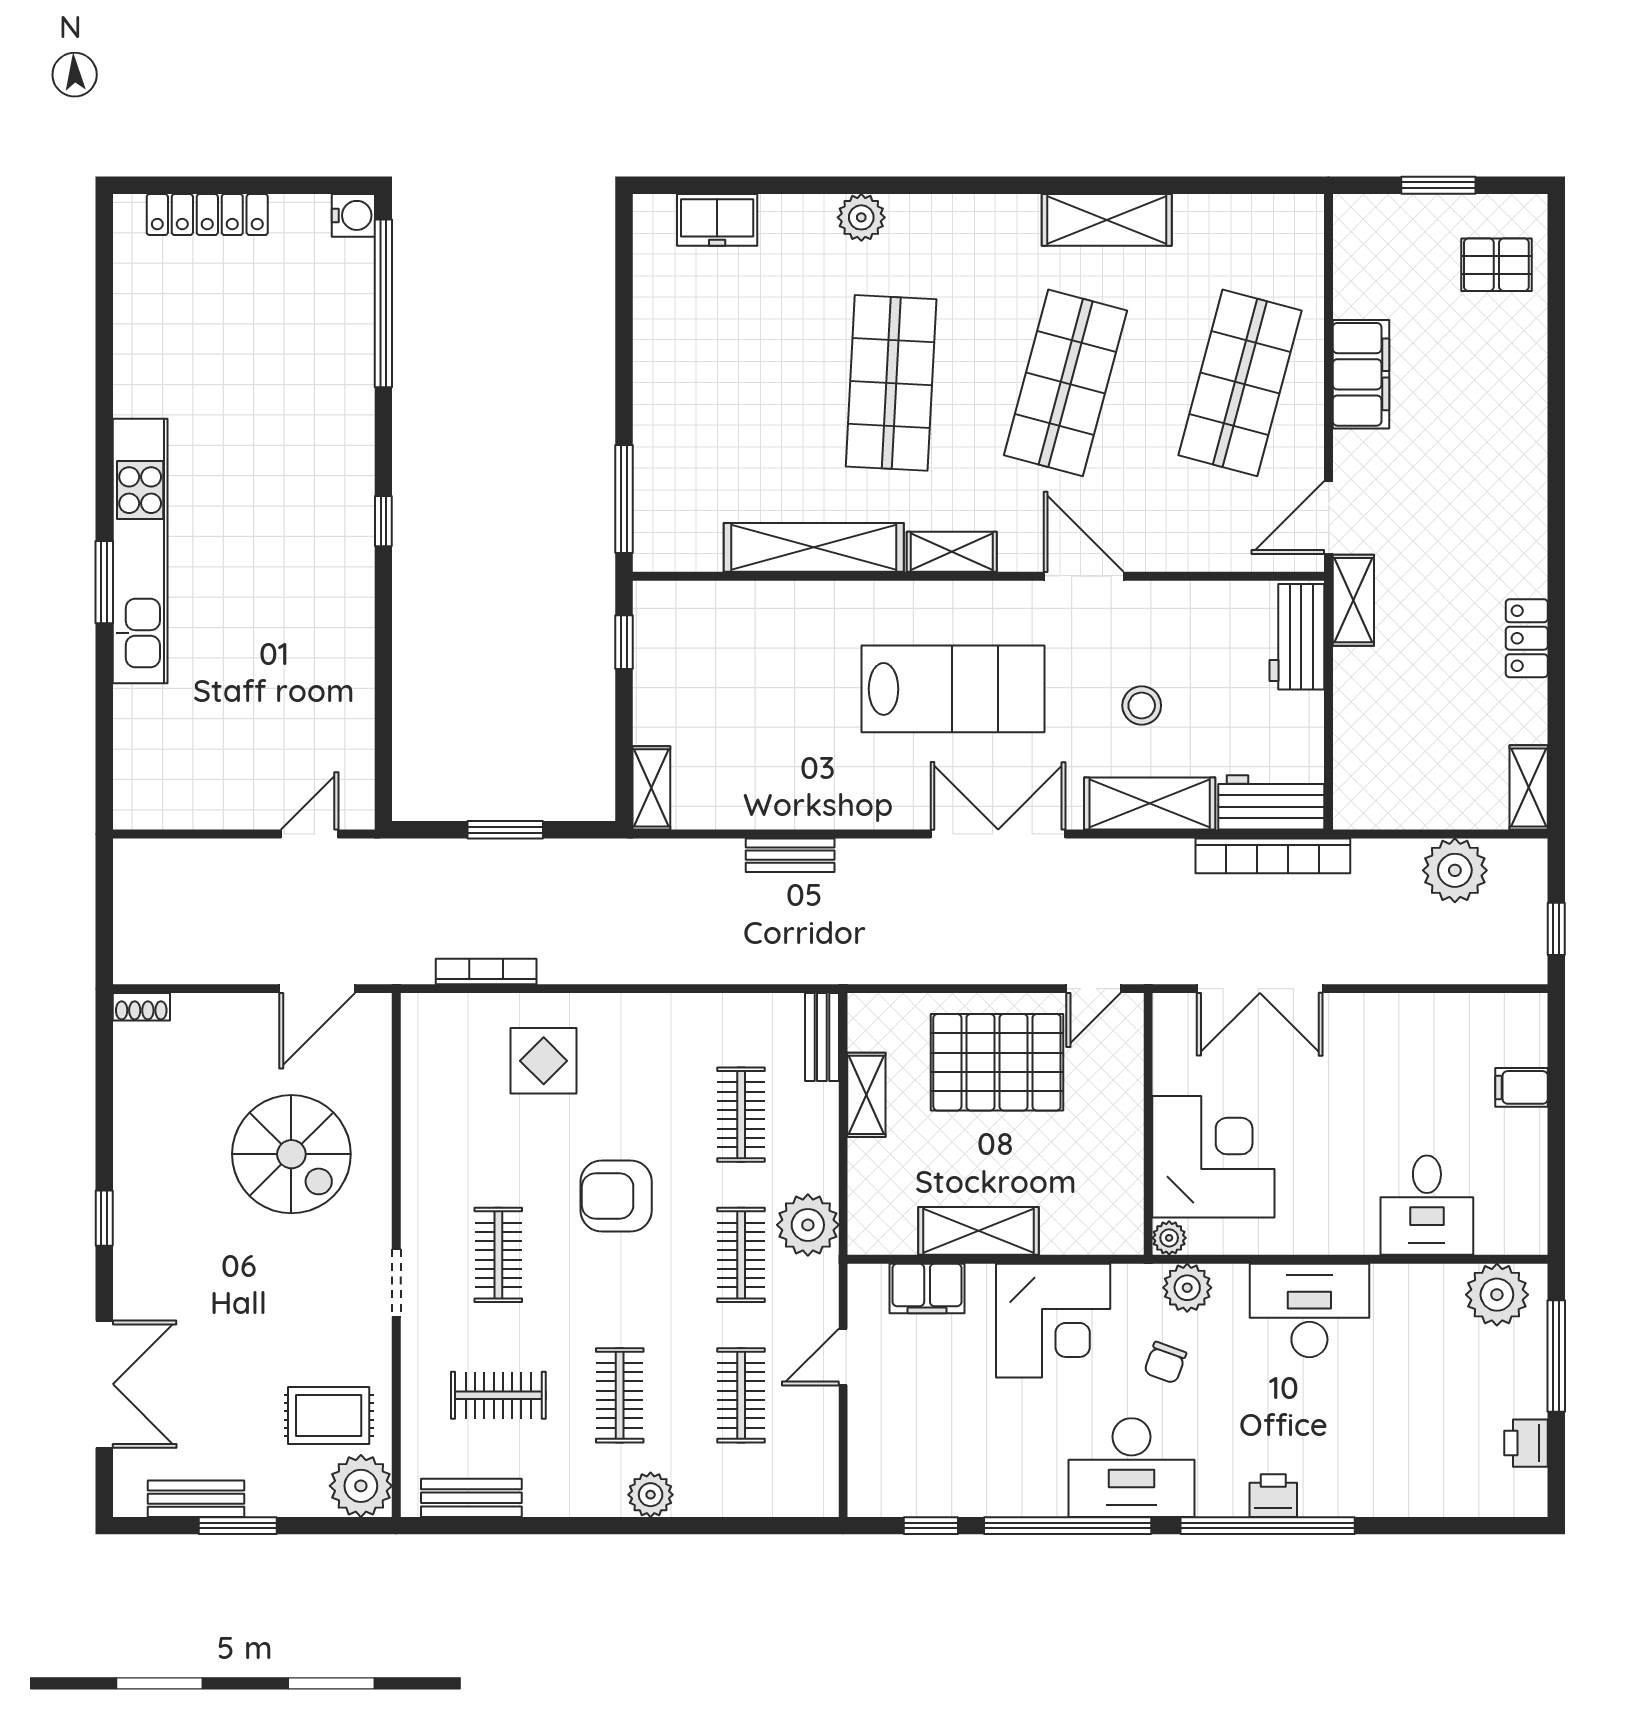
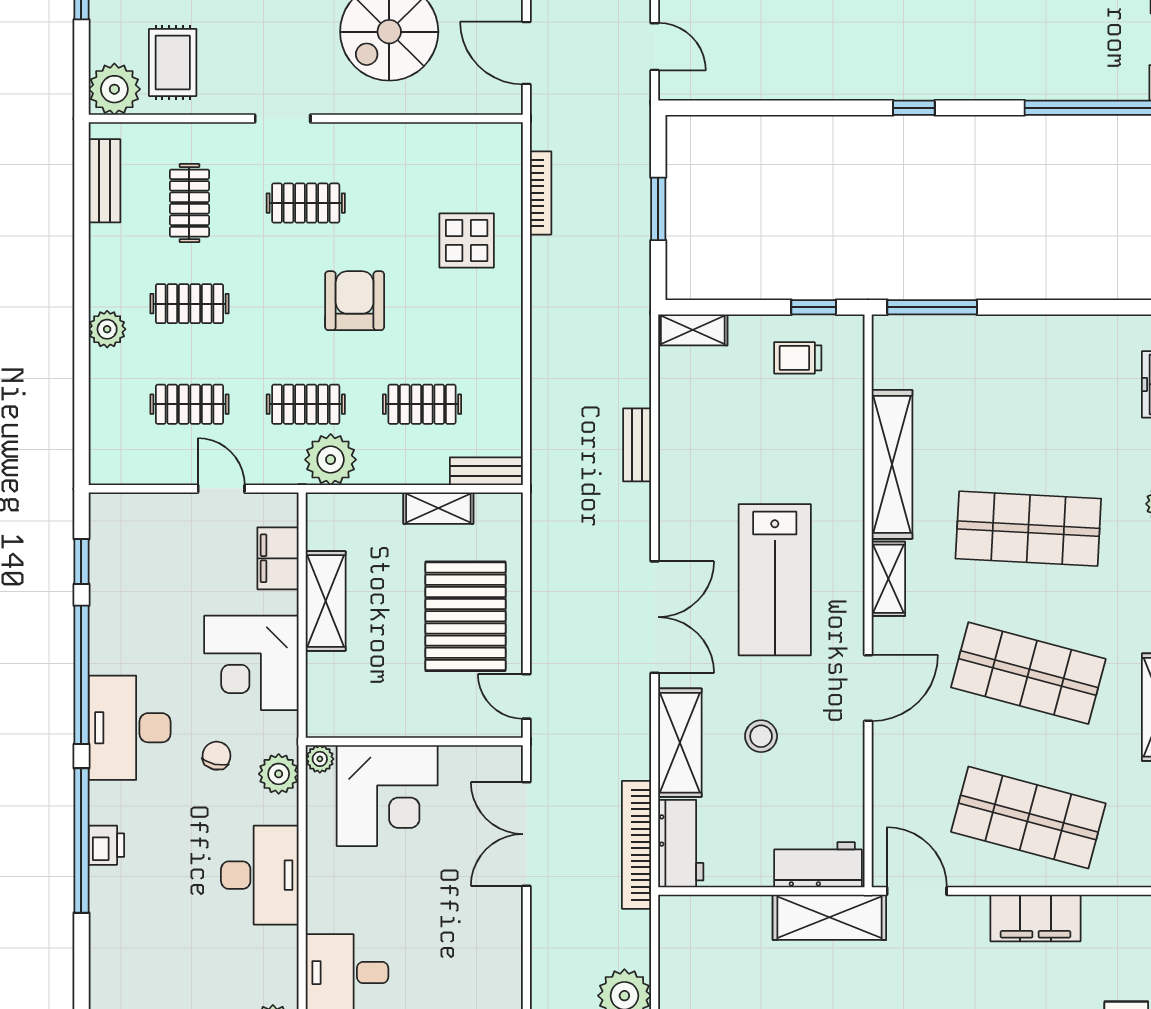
shelving: (1353, 600) -> (829, 917), width x1.50, depth x1.33
trolley: (685, 661) -> (798, 358), added
chair: (1165, 1363) -> (217, 756), turned 83

